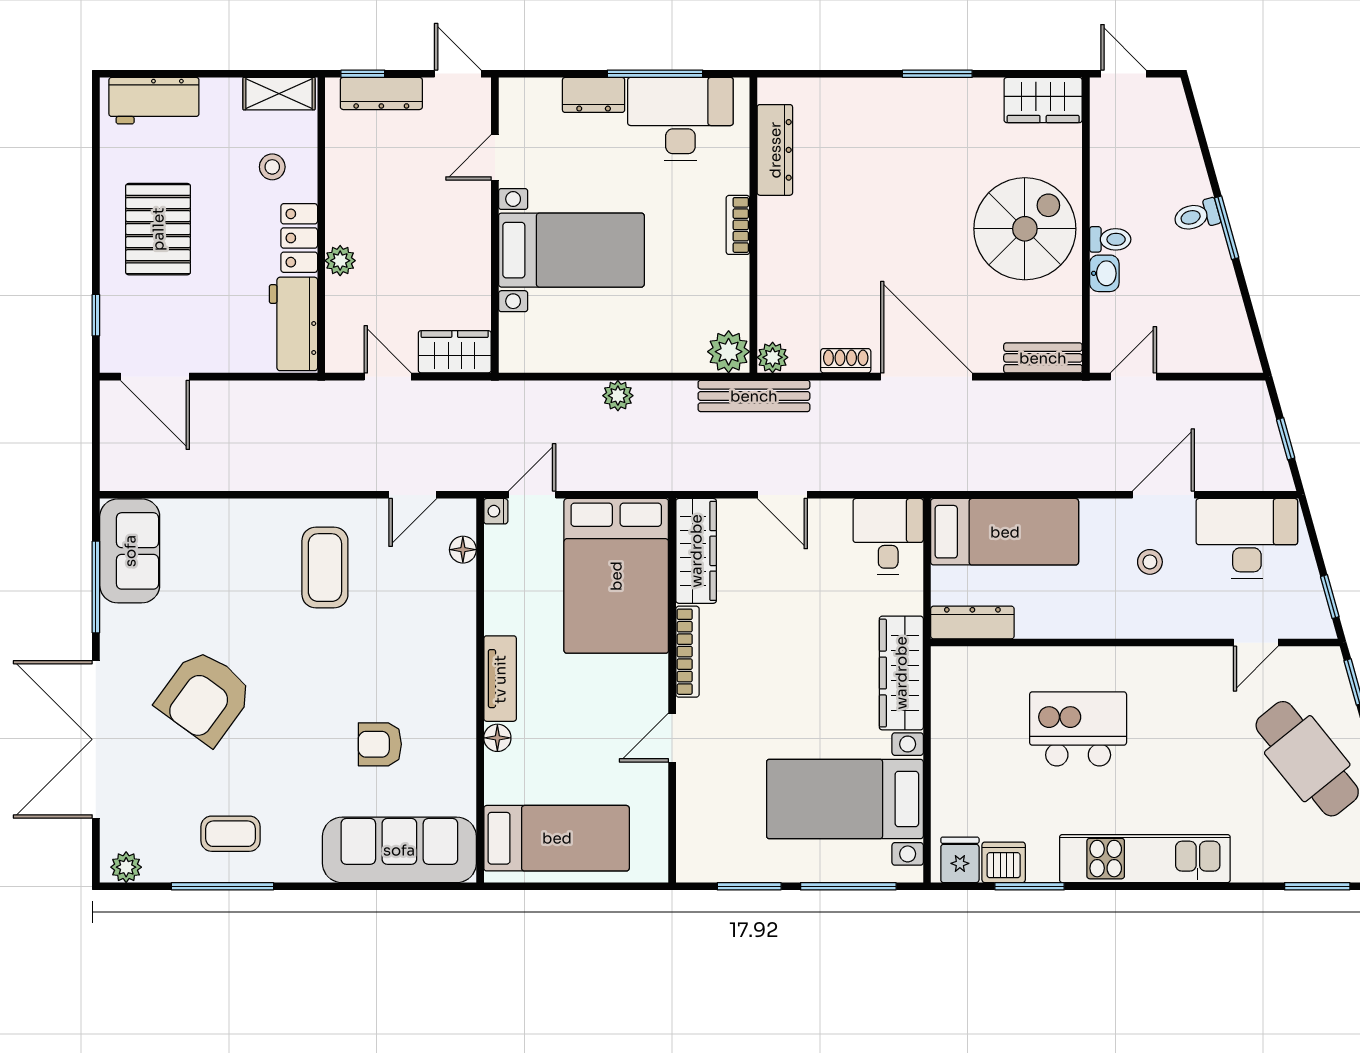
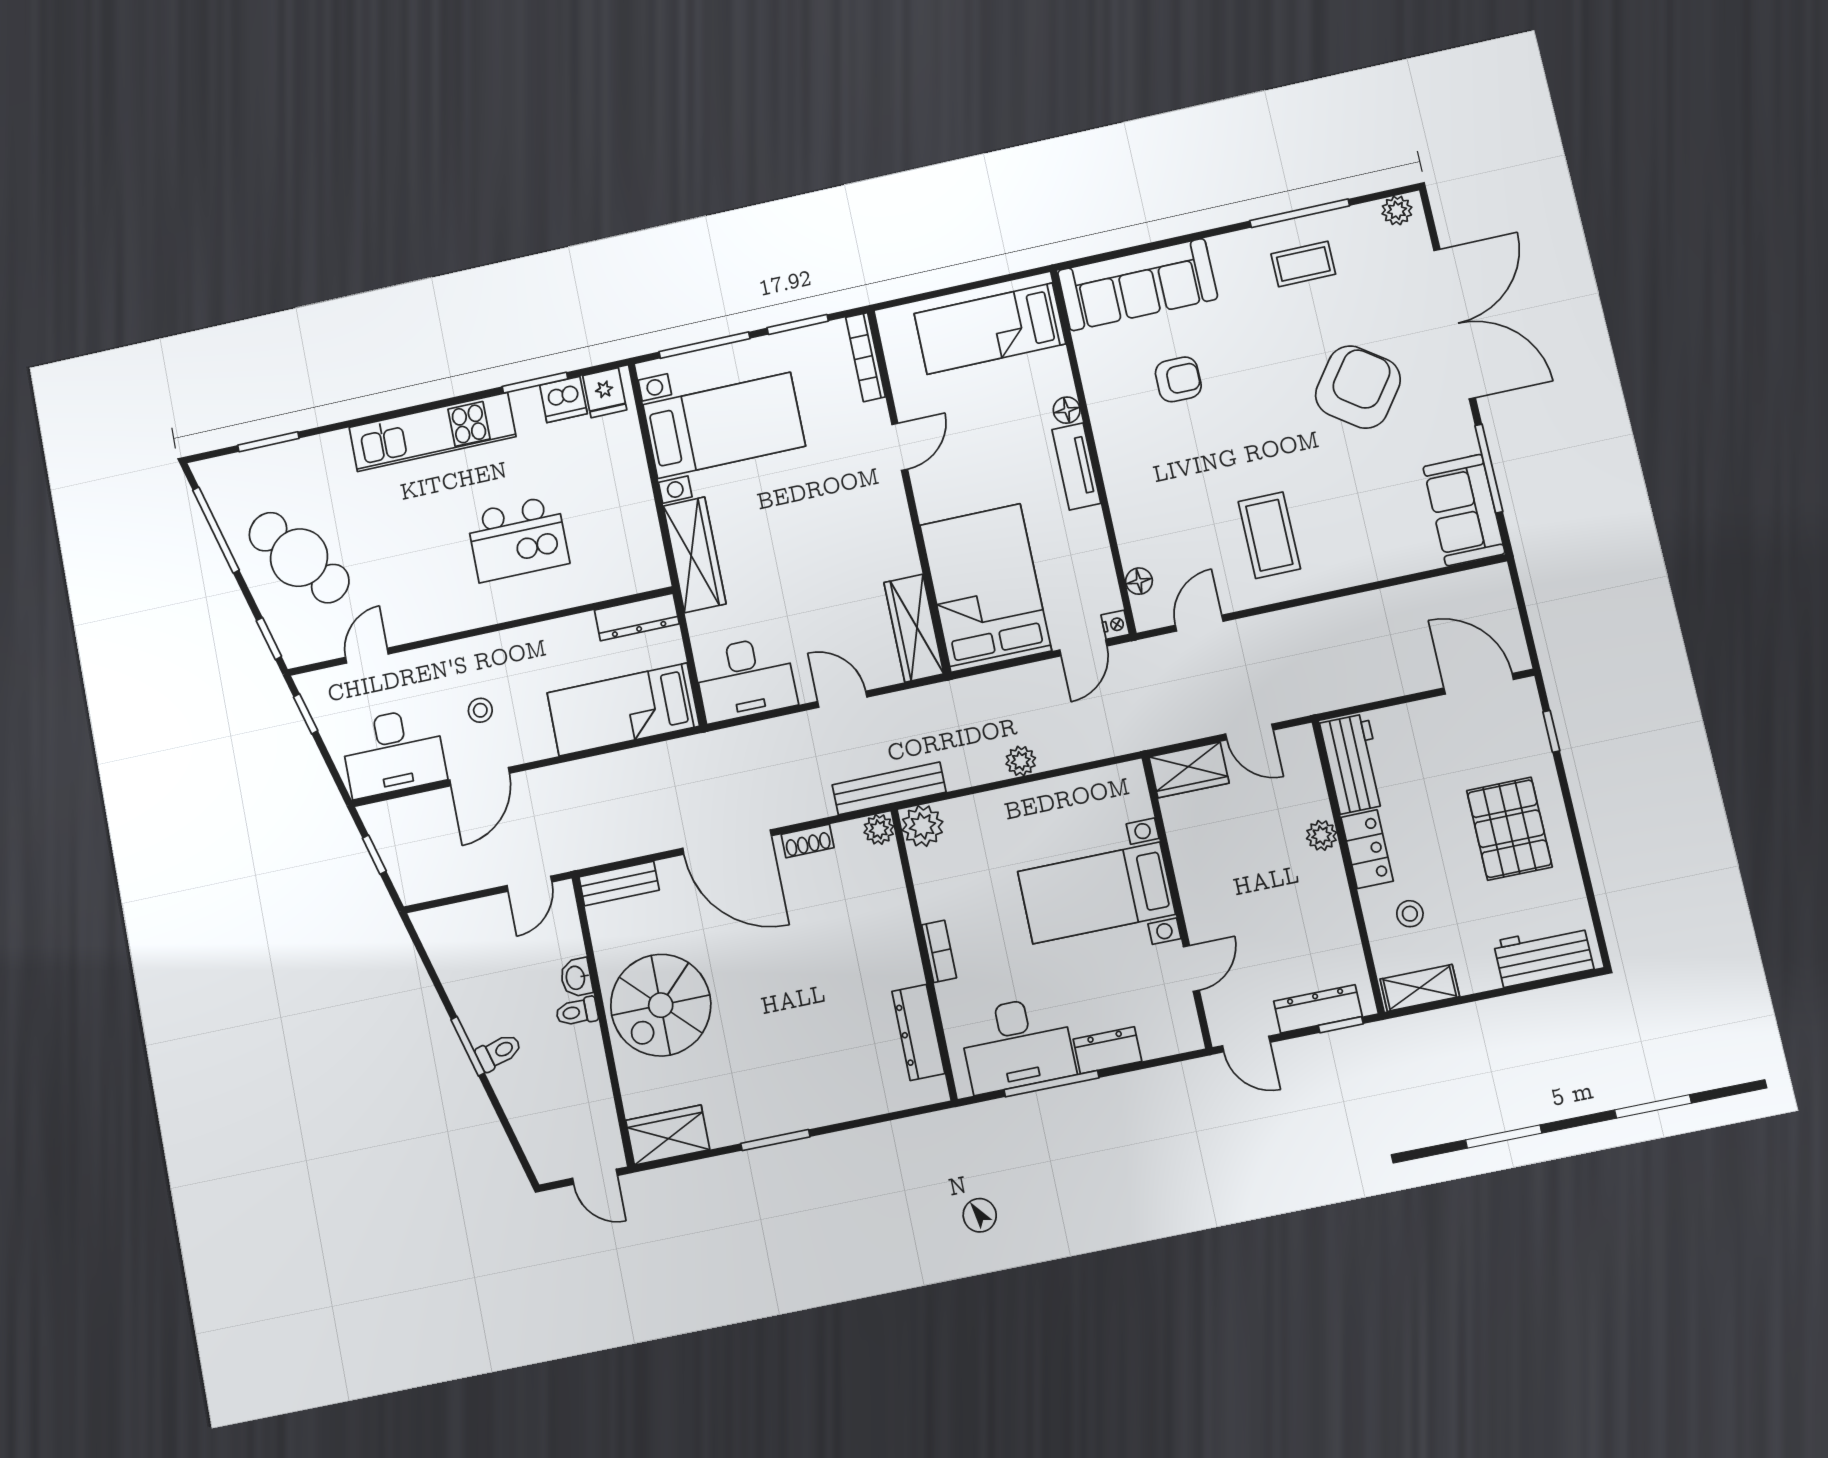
desk: (888, 536) -> (745, 679), width x1.37
bookcase: (687, 652) -> (866, 357), moved

